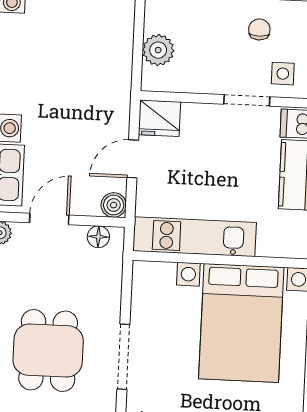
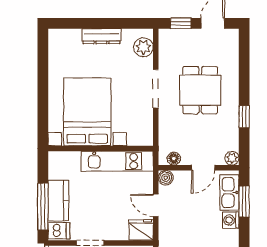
door: (133, 159) -> (156, 205), swing flipped

